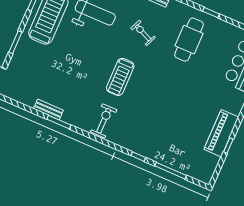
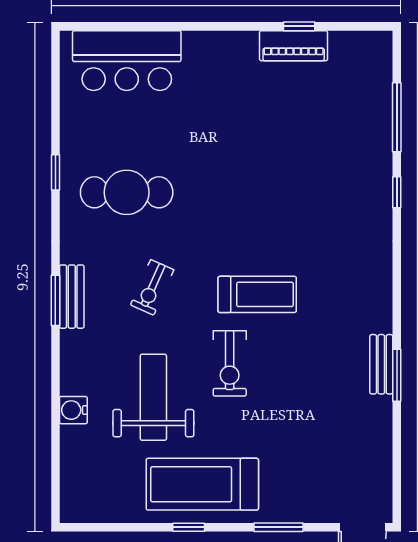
bench: (48, 110) -> (381, 364), moved
exercise bike: (104, 121) -> (230, 363), moved, turned -90
piano: (221, 133) -> (294, 46), width x0.73, depth x0.75

